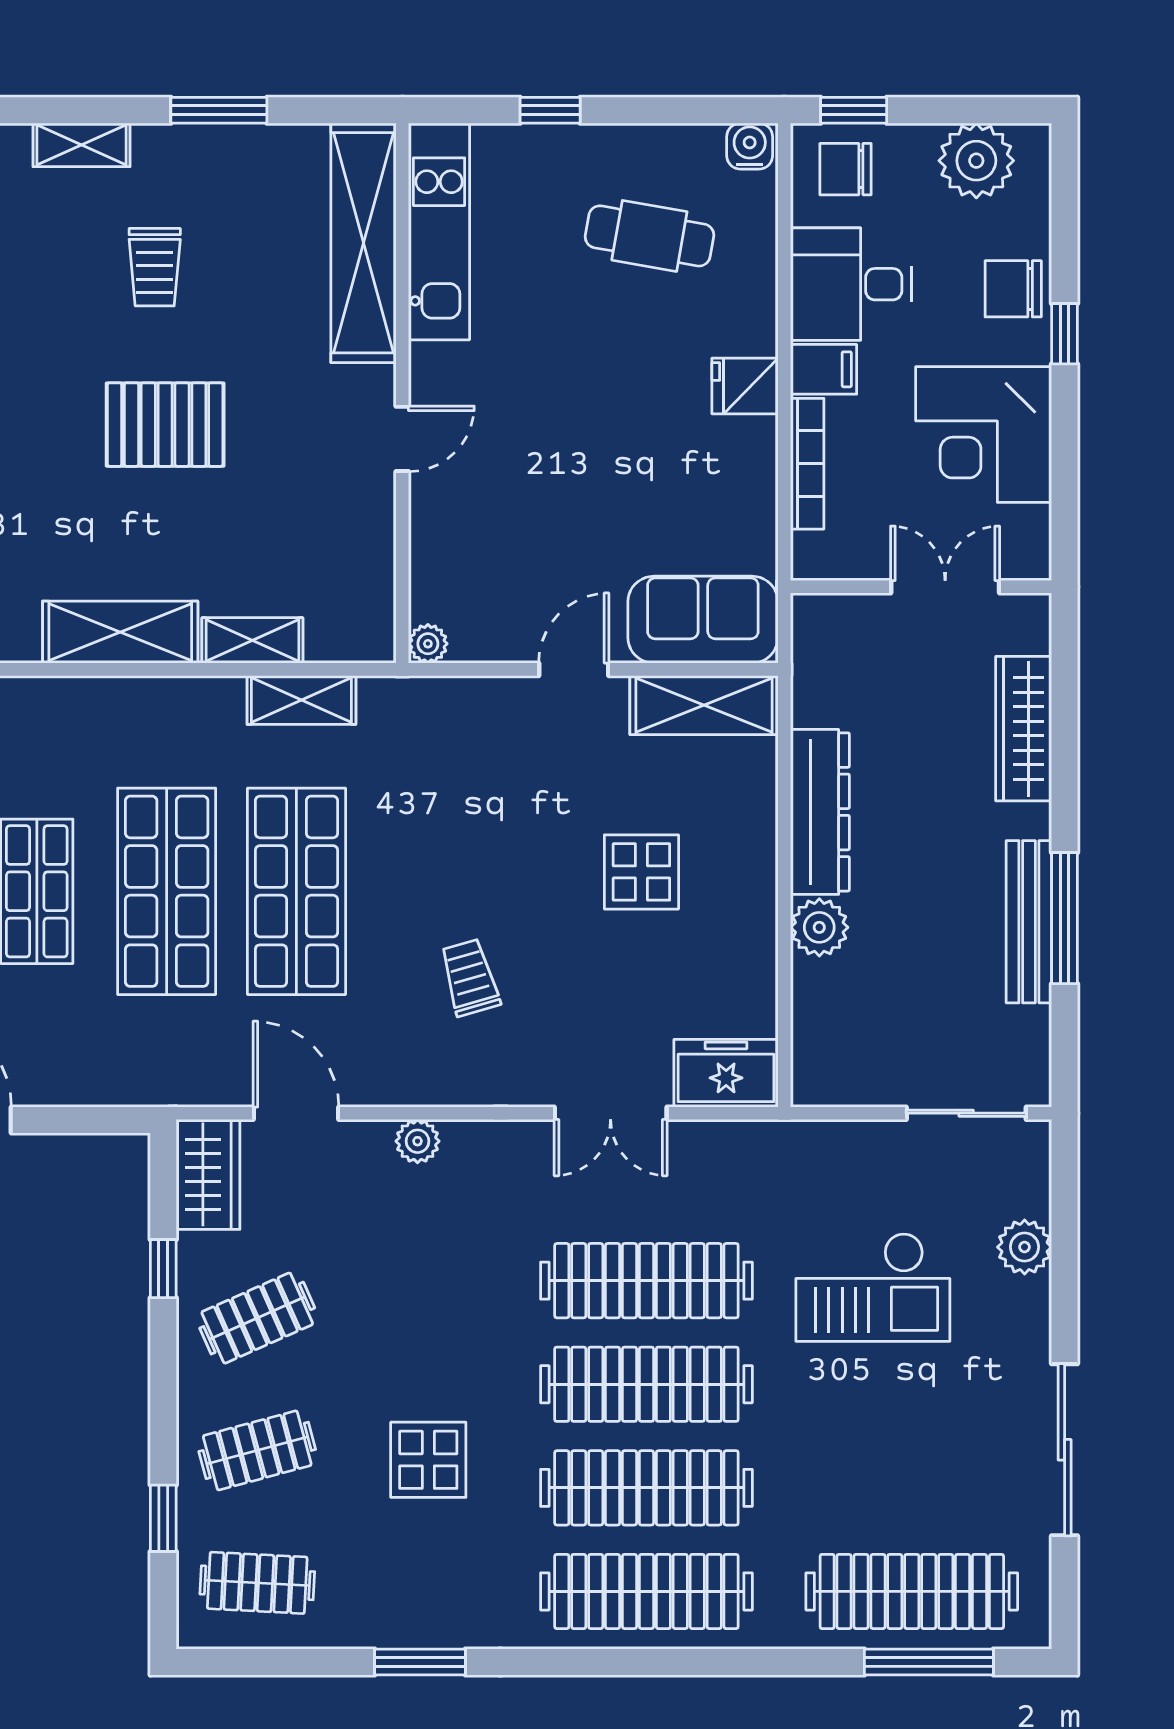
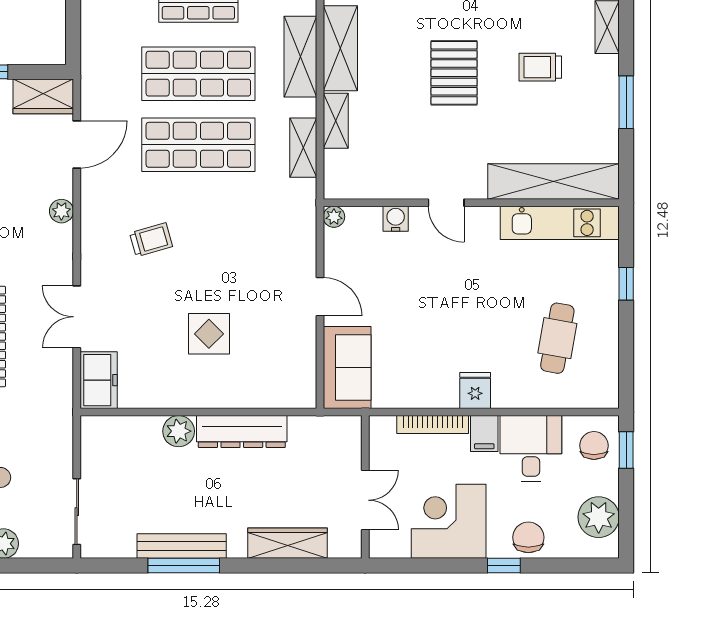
water cooler: (750, 146) -> (396, 219), moved, turned -90
shelving: (704, 705) -> (300, 57), moved

